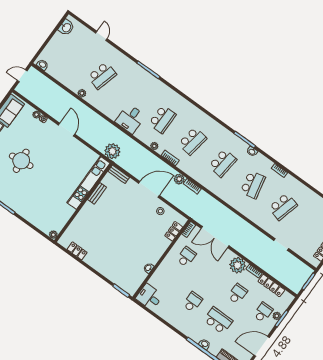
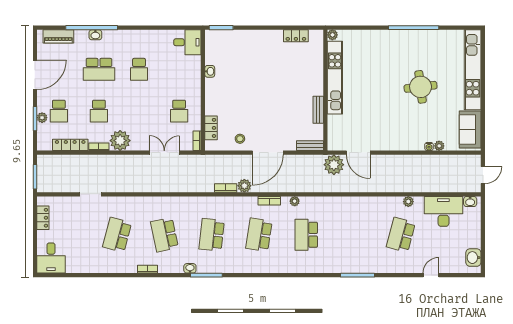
door: (101, 36) -> (431, 275), swing flipped
desk: (130, 119) -> (443, 211), moved, width x1.37
door: (67, 130) -> (358, 153), moved
kitchen unit: (88, 183) -> (335, 78), moved
double door: (215, 237) -> (164, 153), width x0.73

